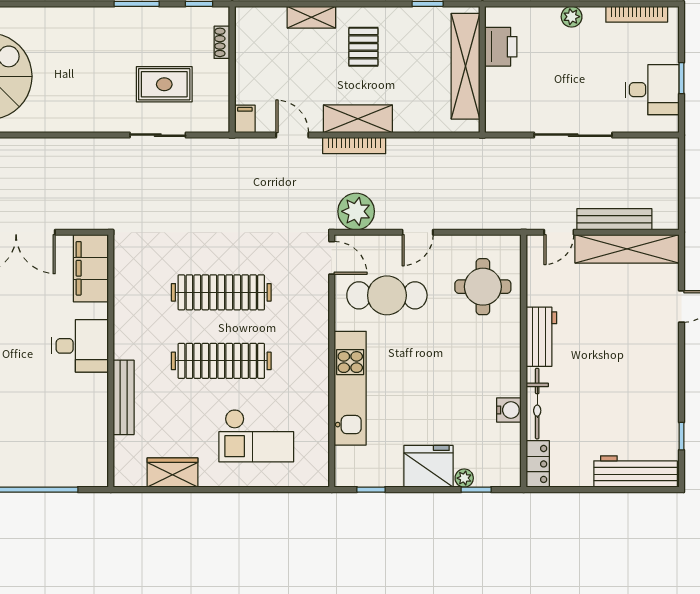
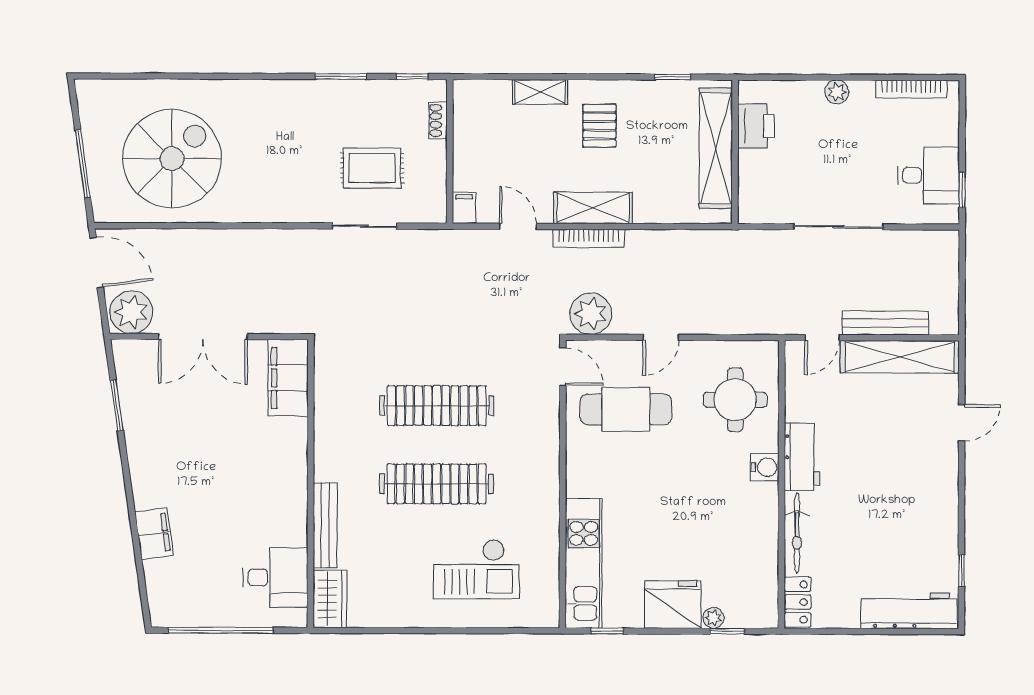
window: (681, 78) -> (962, 190), moved
desk: (80, 346) -> (275, 577), moved
kitchen unit: (350, 388) -> (584, 563), moved
water cooler: (509, 410) -> (765, 467), moved
wardrobe: (172, 472) -> (330, 599), moved, turned 90

